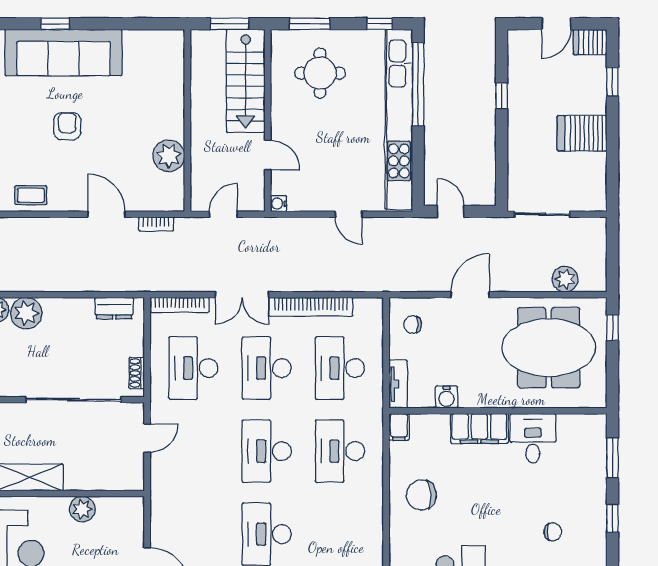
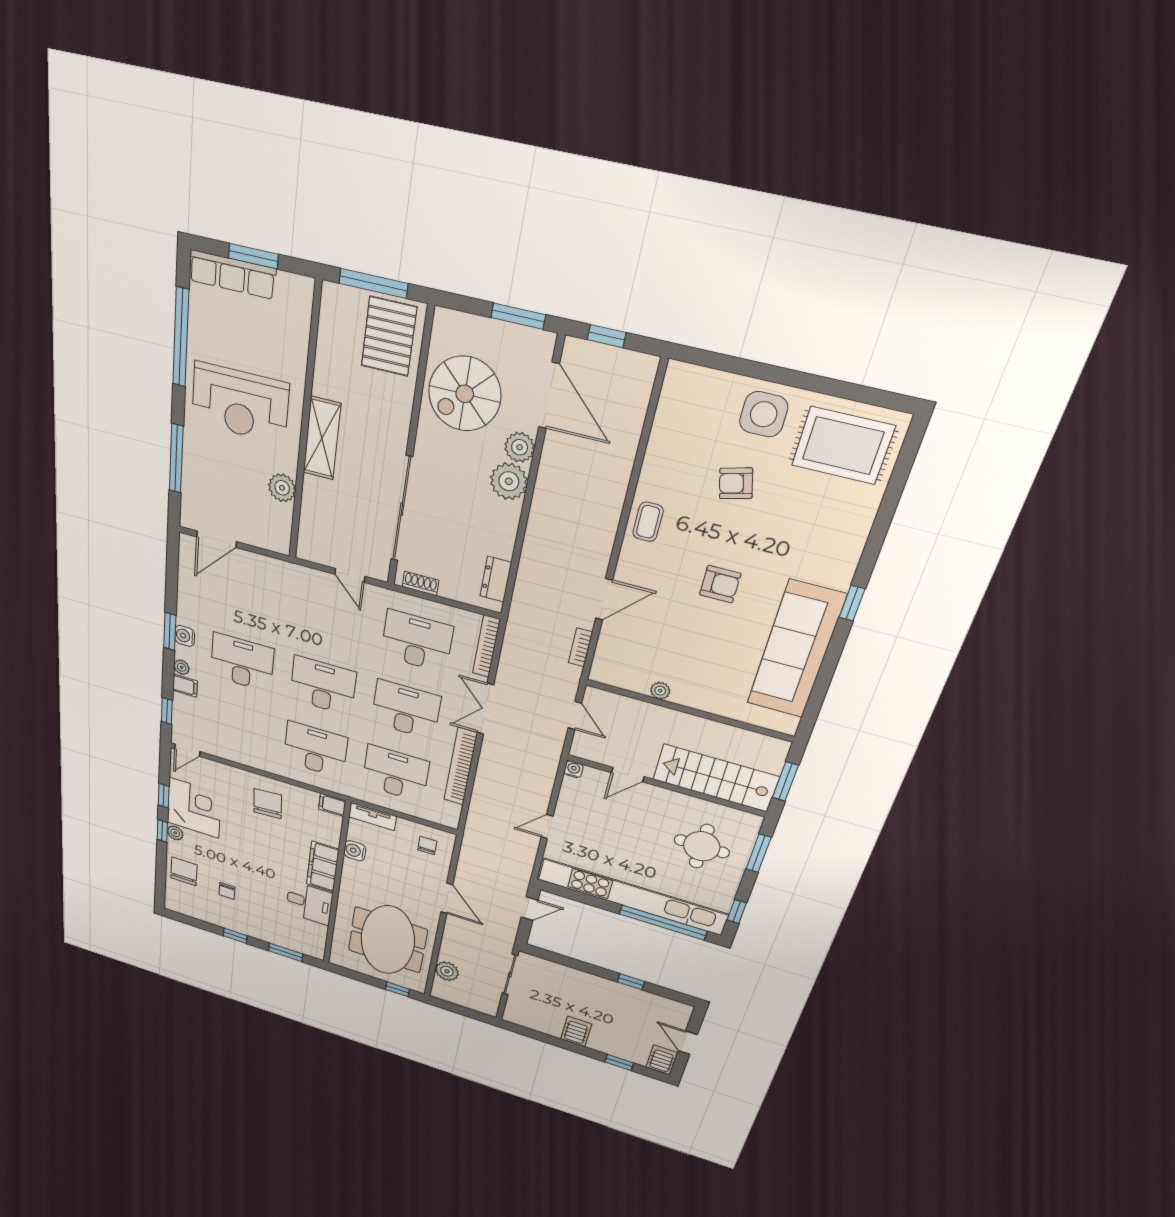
sofa: (64, 53) -> (796, 650), moved
server rack: (582, 133) -> (576, 1031), width x0.73, depth x0.70
plant: (169, 156) -> (660, 691), width x0.53, depth x0.53

